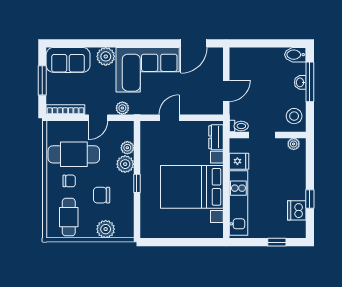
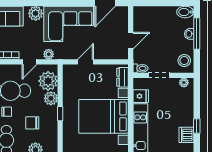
plant: (127, 148) -> (48, 81), width x1.87, depth x1.87

